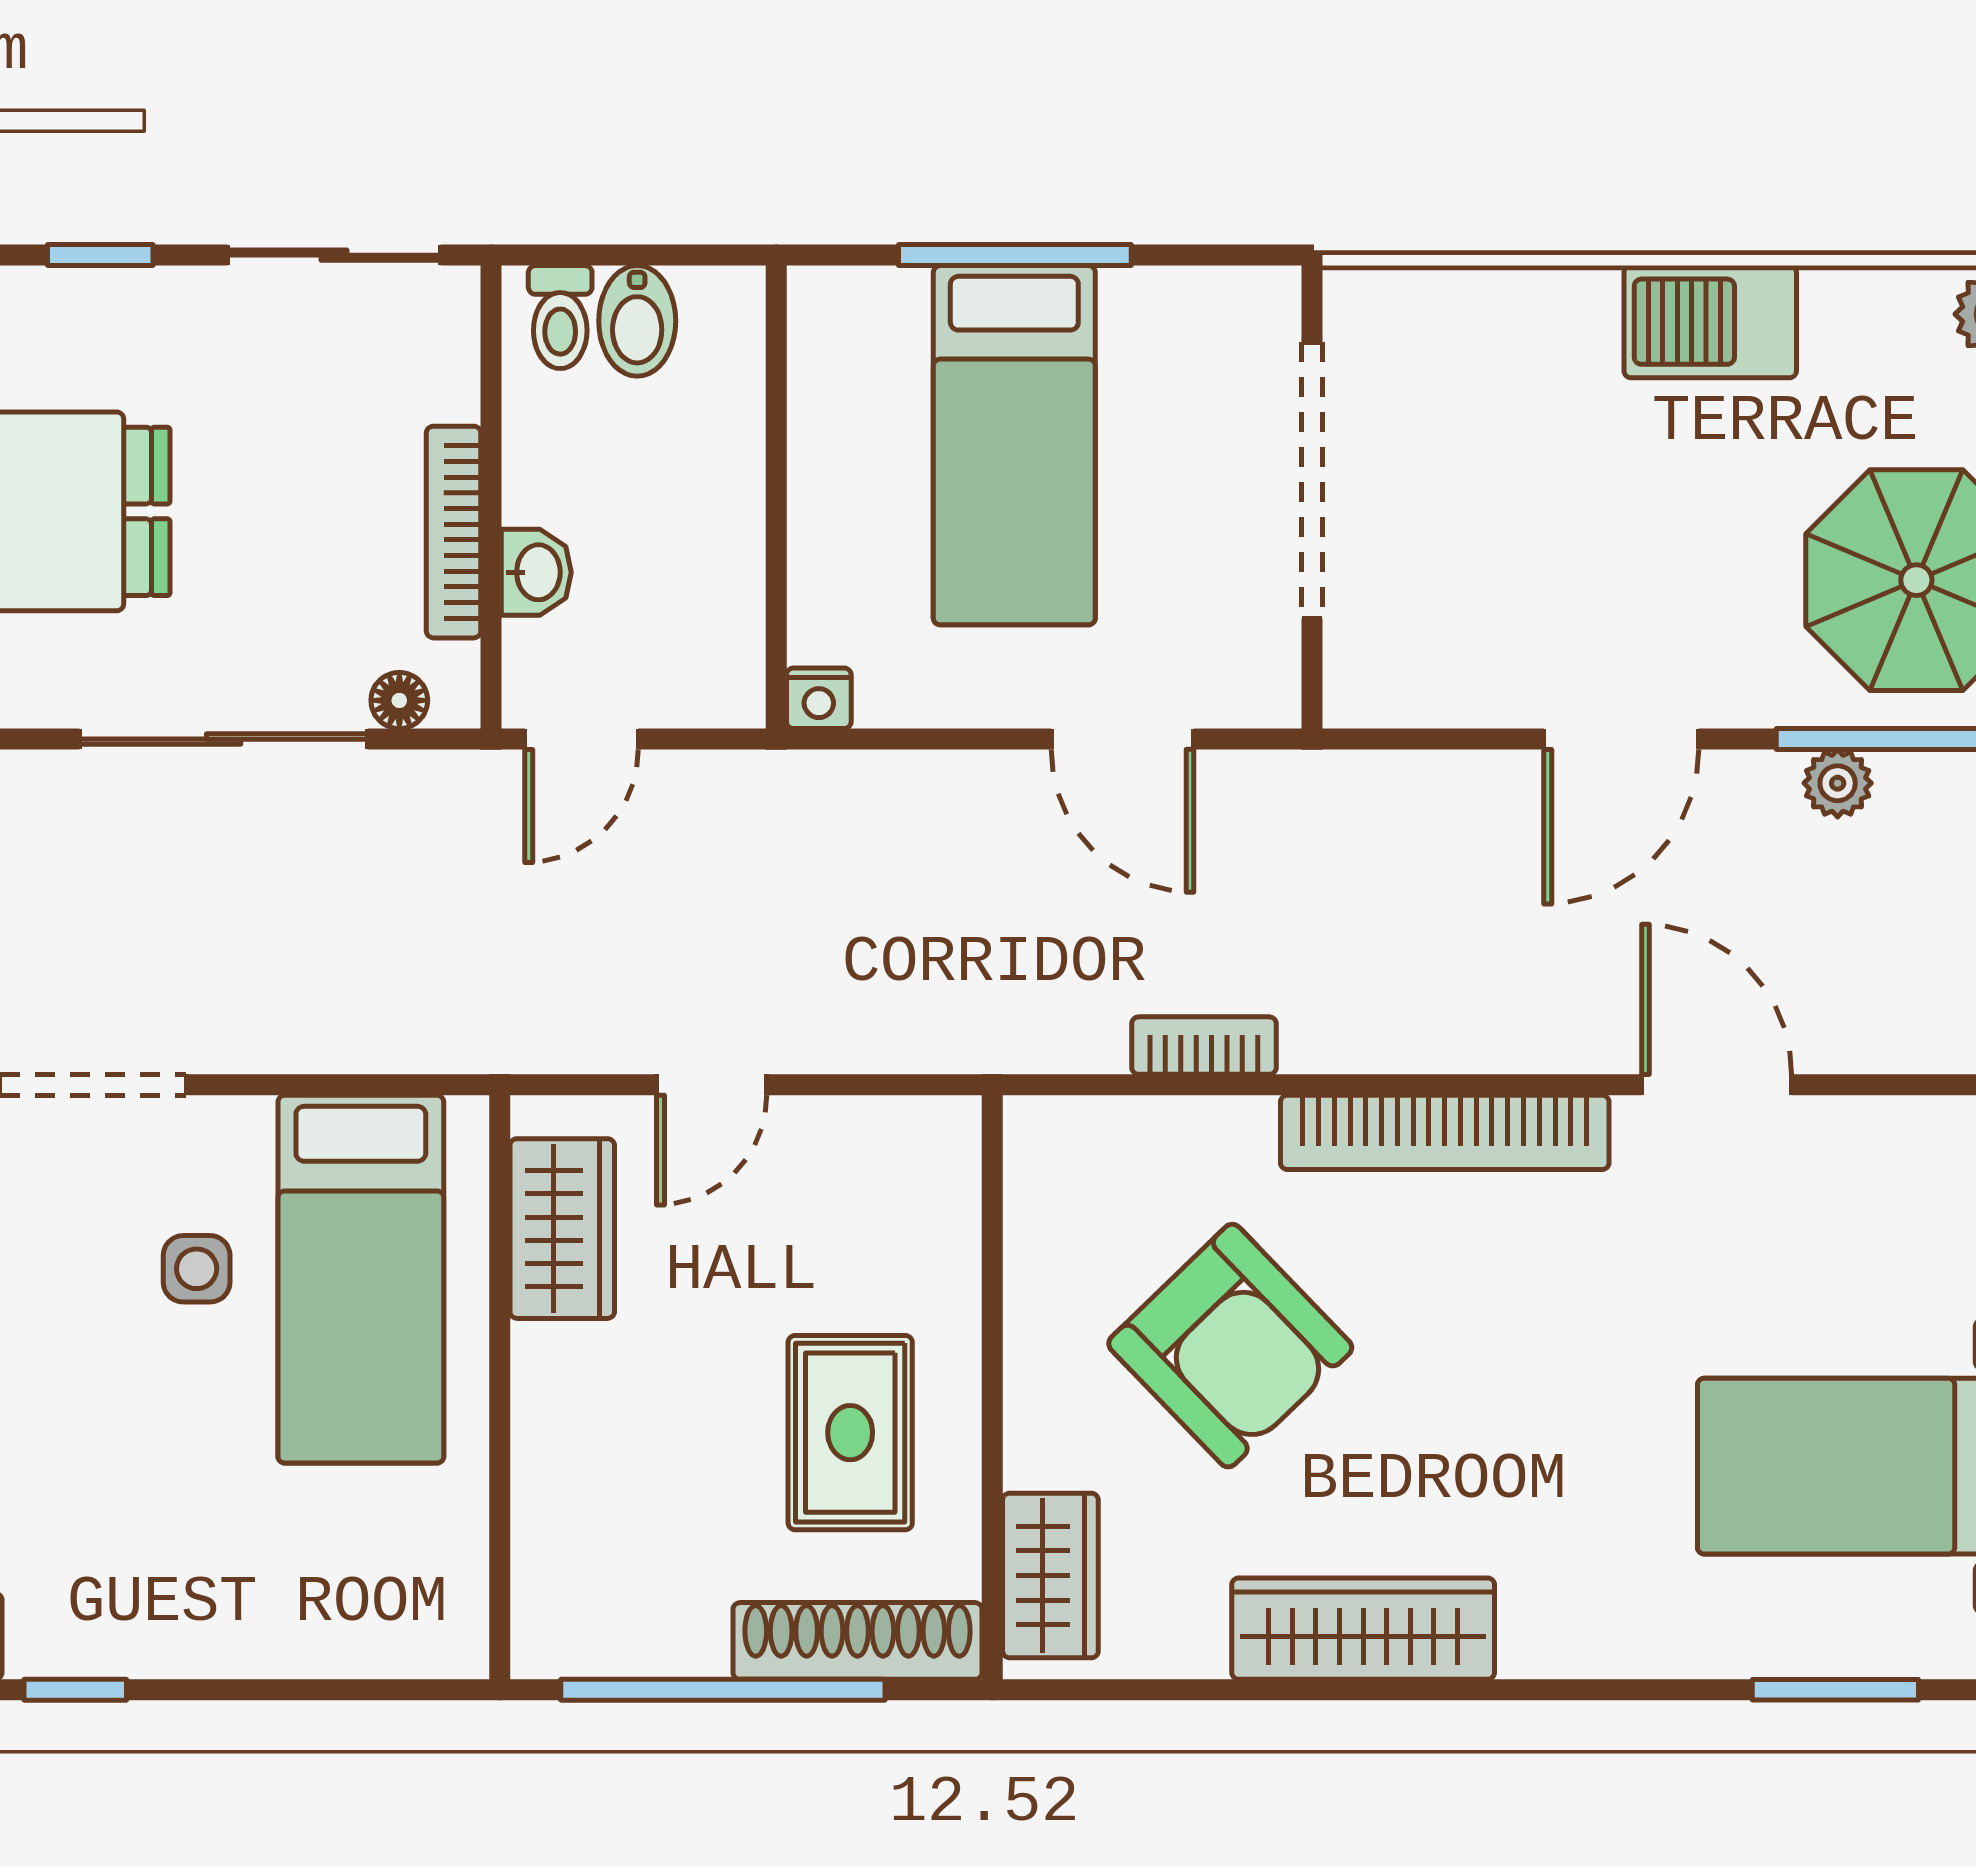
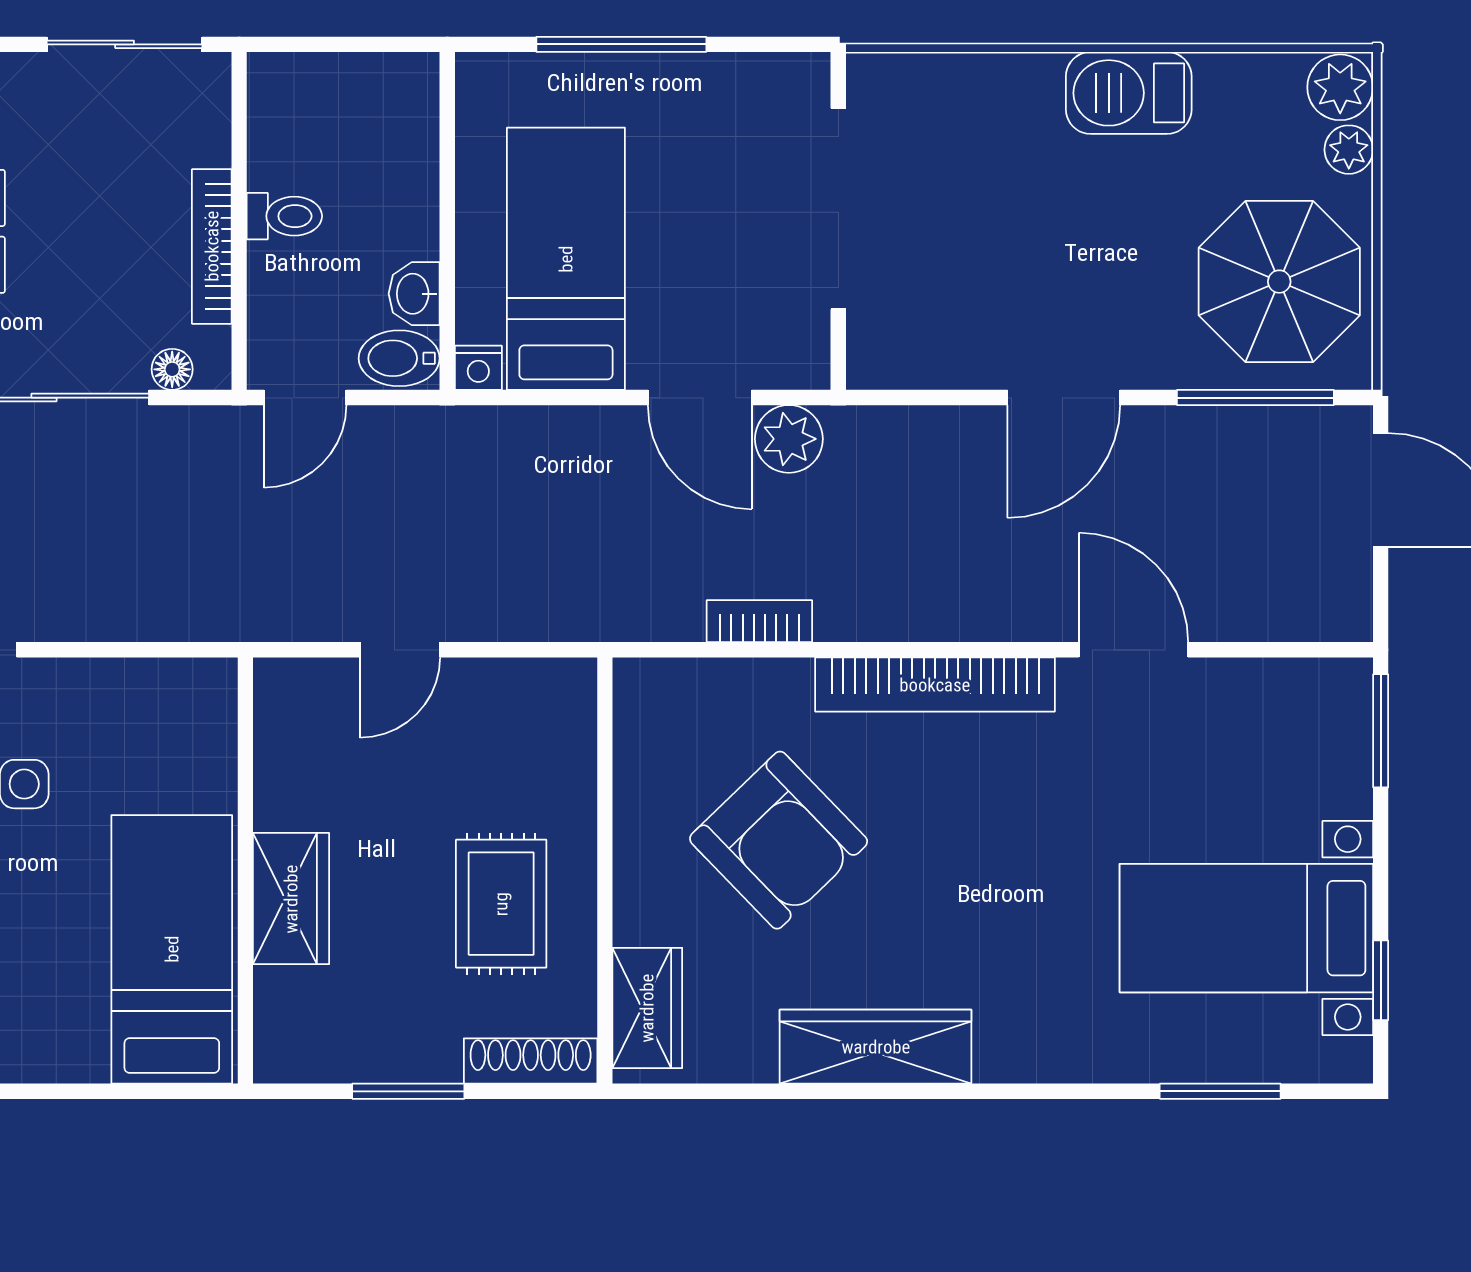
toilet: (560, 317) -> (284, 216), moved, turned -90
bidet: (637, 321) -> (399, 358), moved, turned 90
bed: (1014, 445) -> (566, 259), moved, turned 180
washbasin: (536, 572) -> (414, 294), moved, turned 180
plant: (1838, 783) -> (789, 439), moved, width x1.38, depth x1.38
wardrobe: (562, 1229) -> (291, 899), moved
bed: (361, 1279) -> (172, 949), moved, turned 180
shoe rack: (857, 1641) -> (531, 1061), width x0.74, depth x0.81
window: (723, 1690) -> (408, 1091), width x0.47

